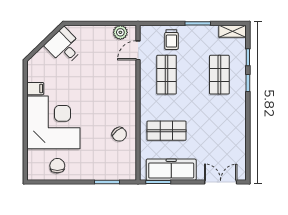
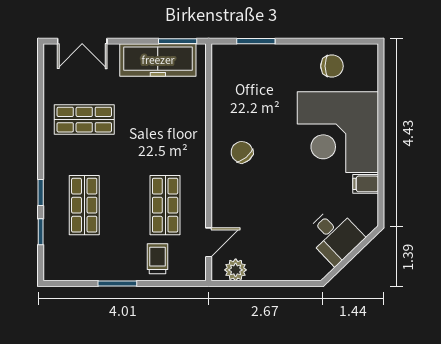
shelving: (233, 31) -> (64, 272), removed
desk: (64, 47) -> (334, 236), moved
shop shelf: (167, 131) -> (84, 120), moved
chair: (119, 134) -> (242, 152), moved
chair: (57, 166) -> (332, 66), turned -90

